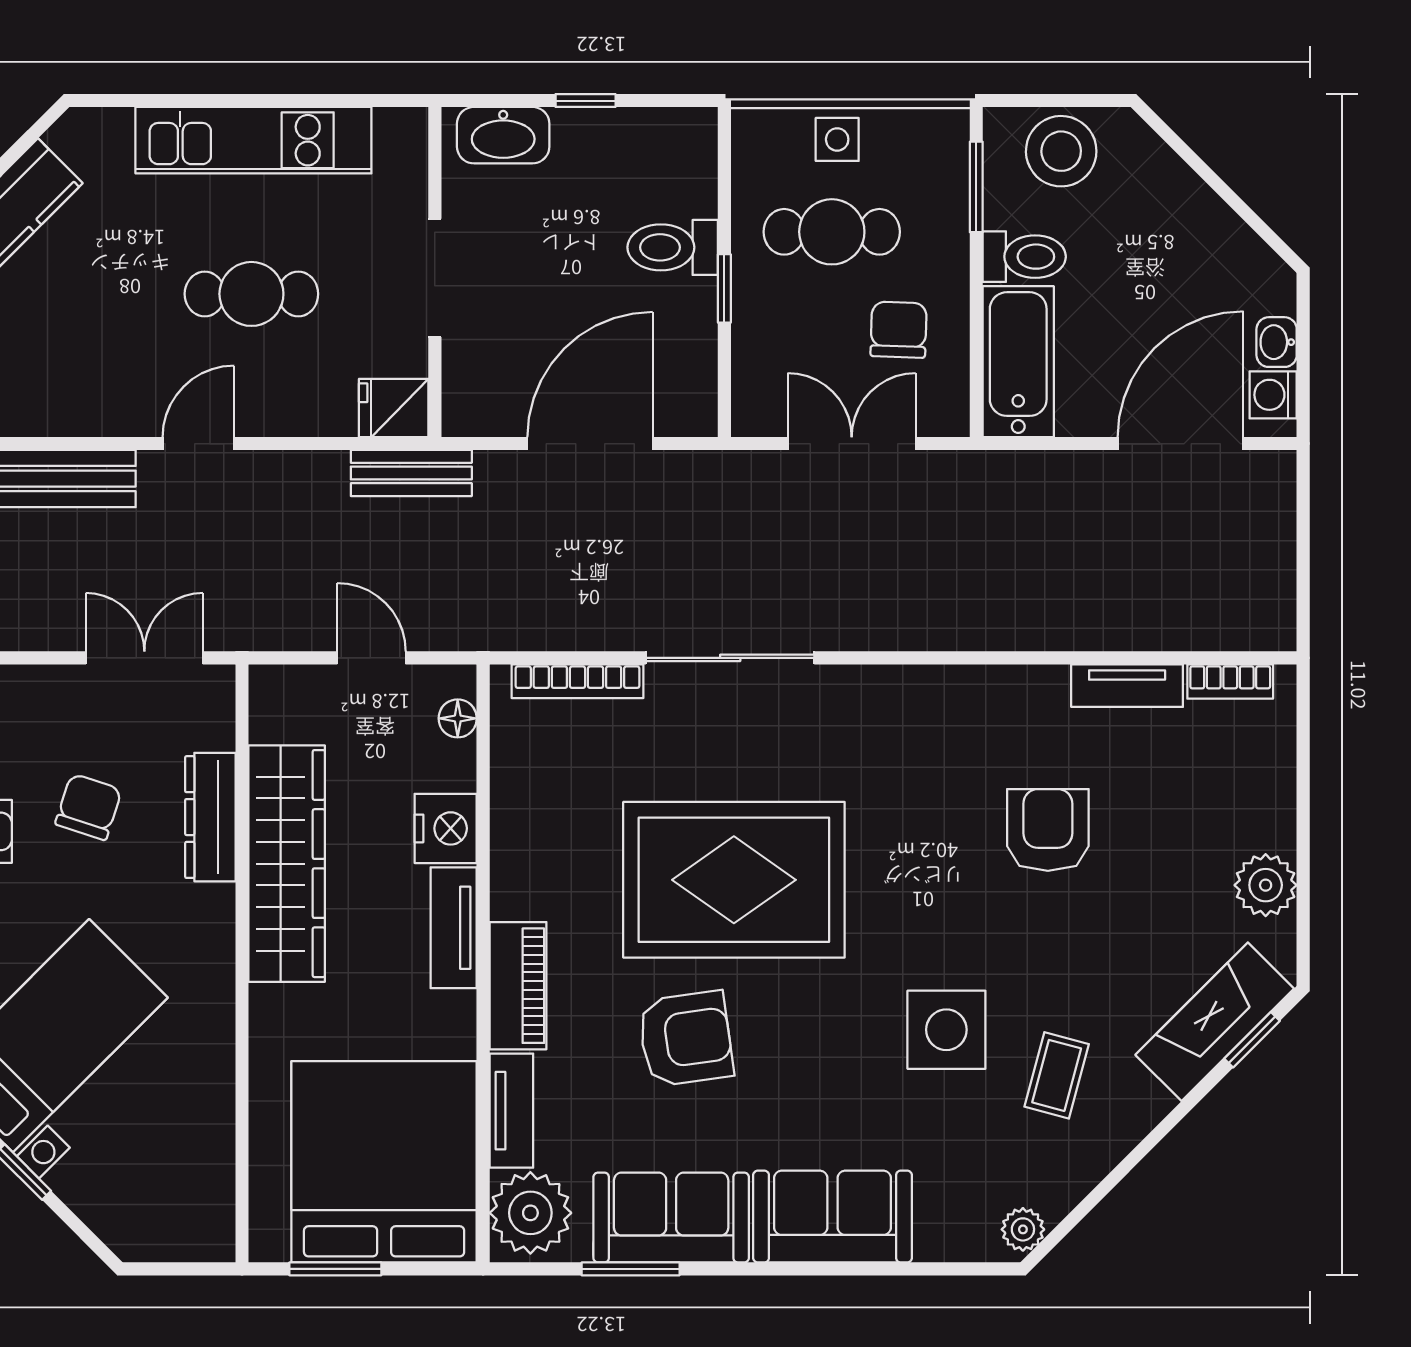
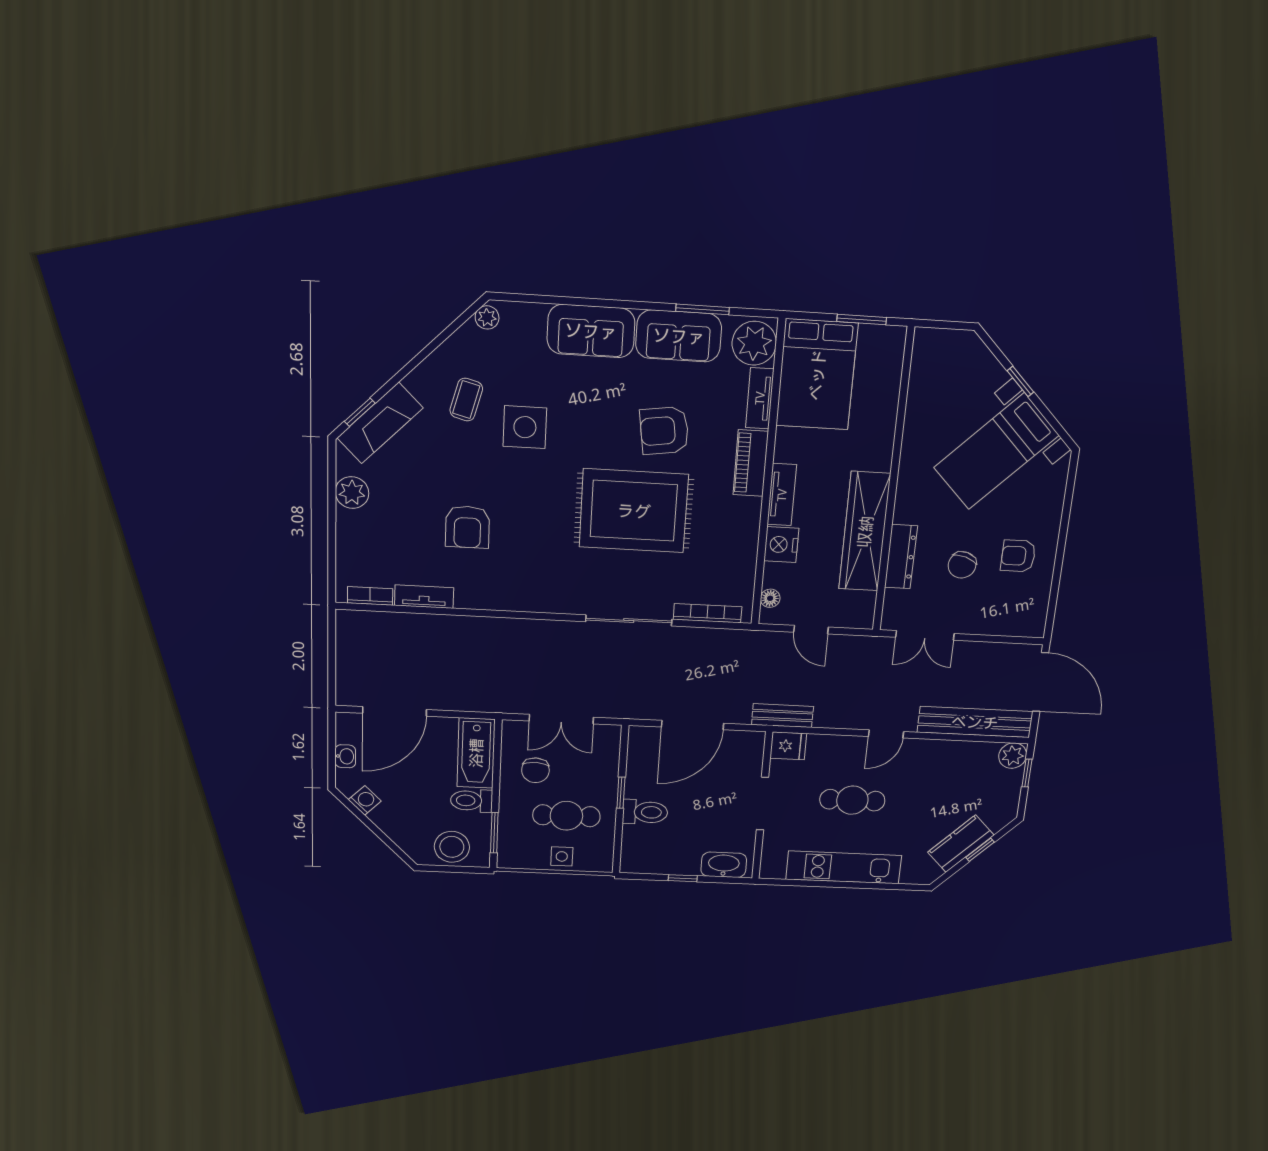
washing machine: (1273, 395) -> (365, 800), moved, turned -45
bed: (384, 1162) -> (817, 375), width x0.73

